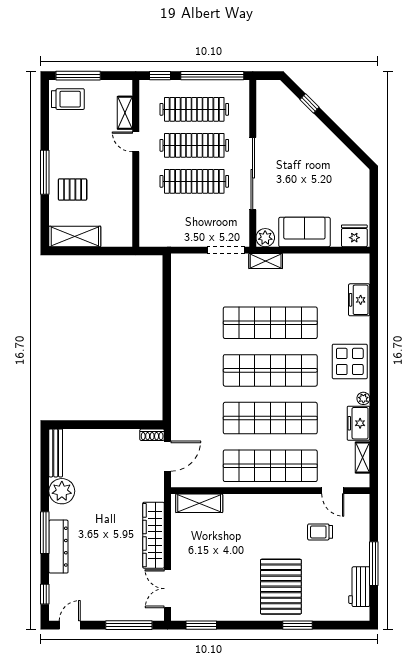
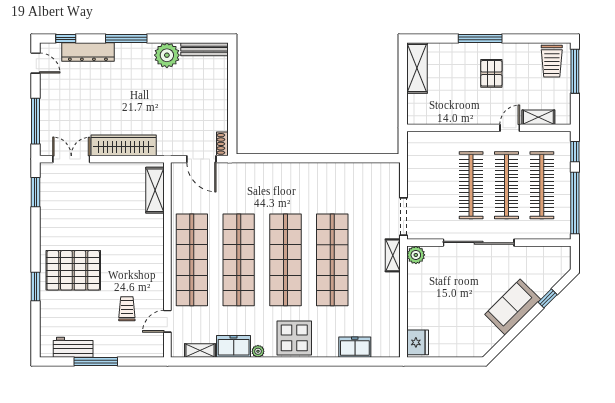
pallet: (73, 189) -> (491, 73), moved
sofa: (304, 232) -> (513, 307), moved, turned -135
dresser: (58, 547) -> (88, 52), moved

